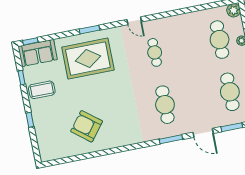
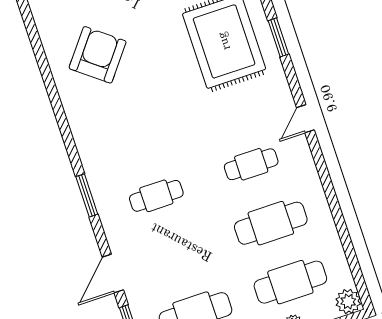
cafe table: (187, 46) -> (271, 223), added
cafe table: (165, 105) -> (156, 196), width x0.73, depth x0.74
window: (171, 139) -> (87, 195), moved

